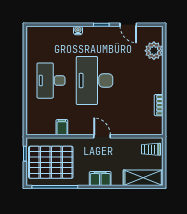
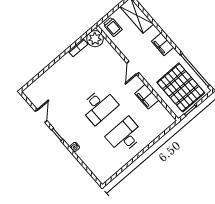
plant: (154, 51) -> (95, 39), moved
desk: (51, 81) -> (125, 136), turned 180
desk: (94, 81) -> (99, 106), width x0.73, depth x0.77
filing cabinet: (62, 127) -> (147, 97), width x2.00

